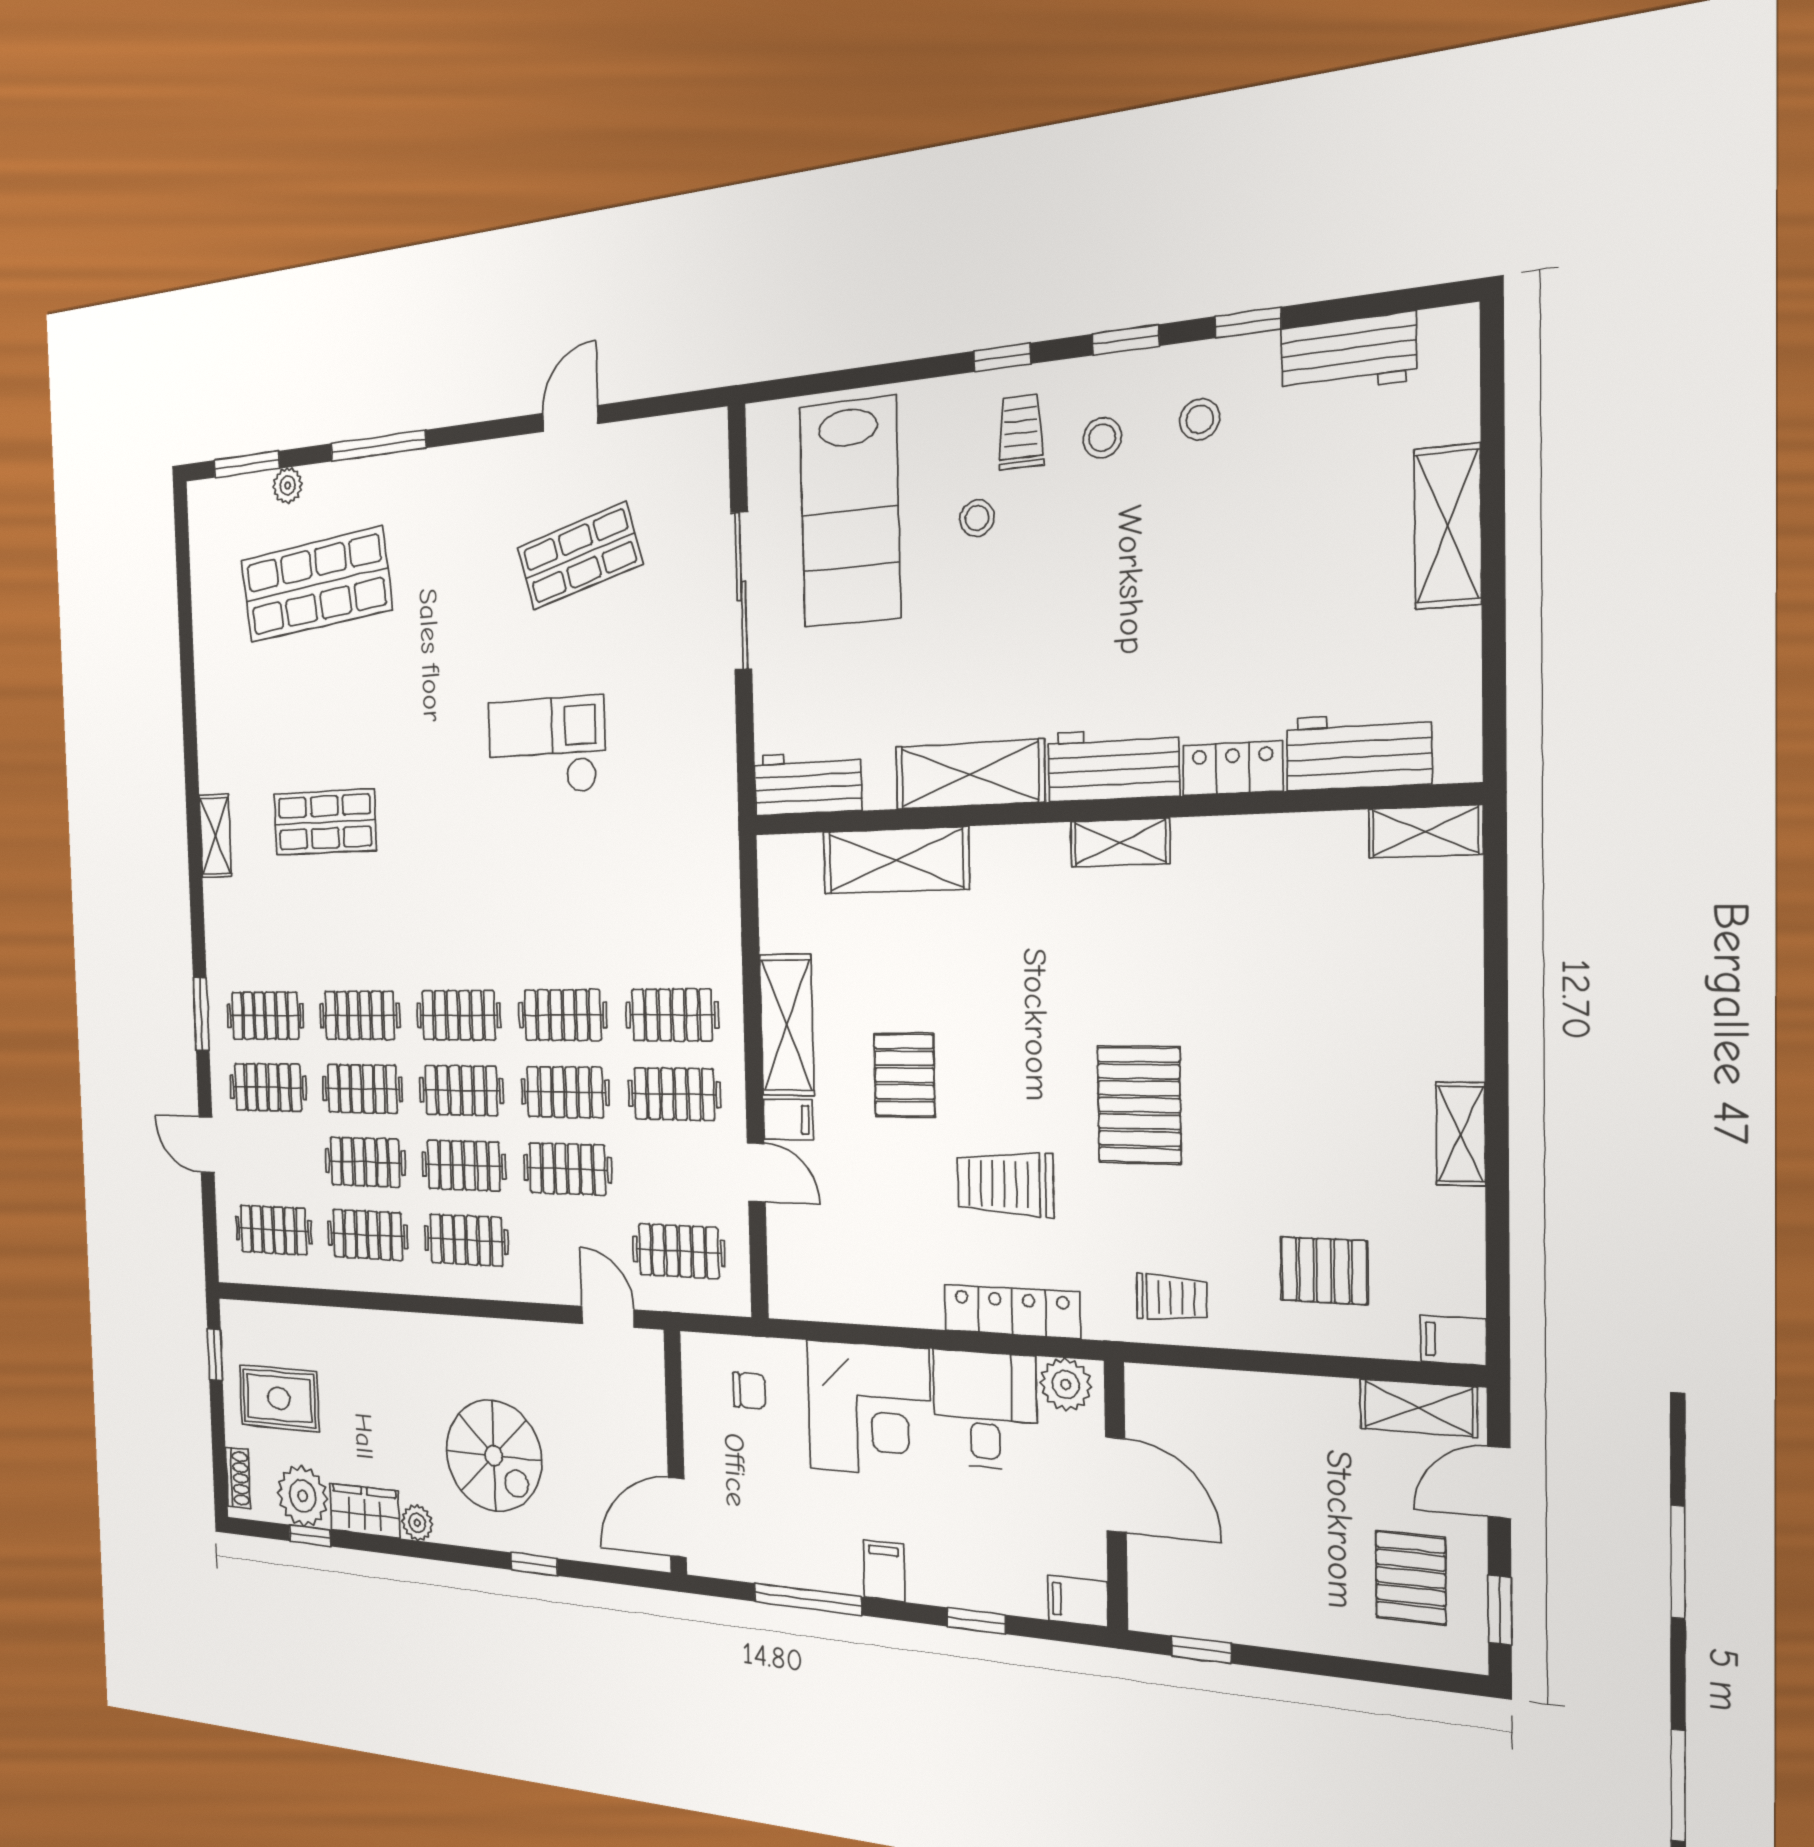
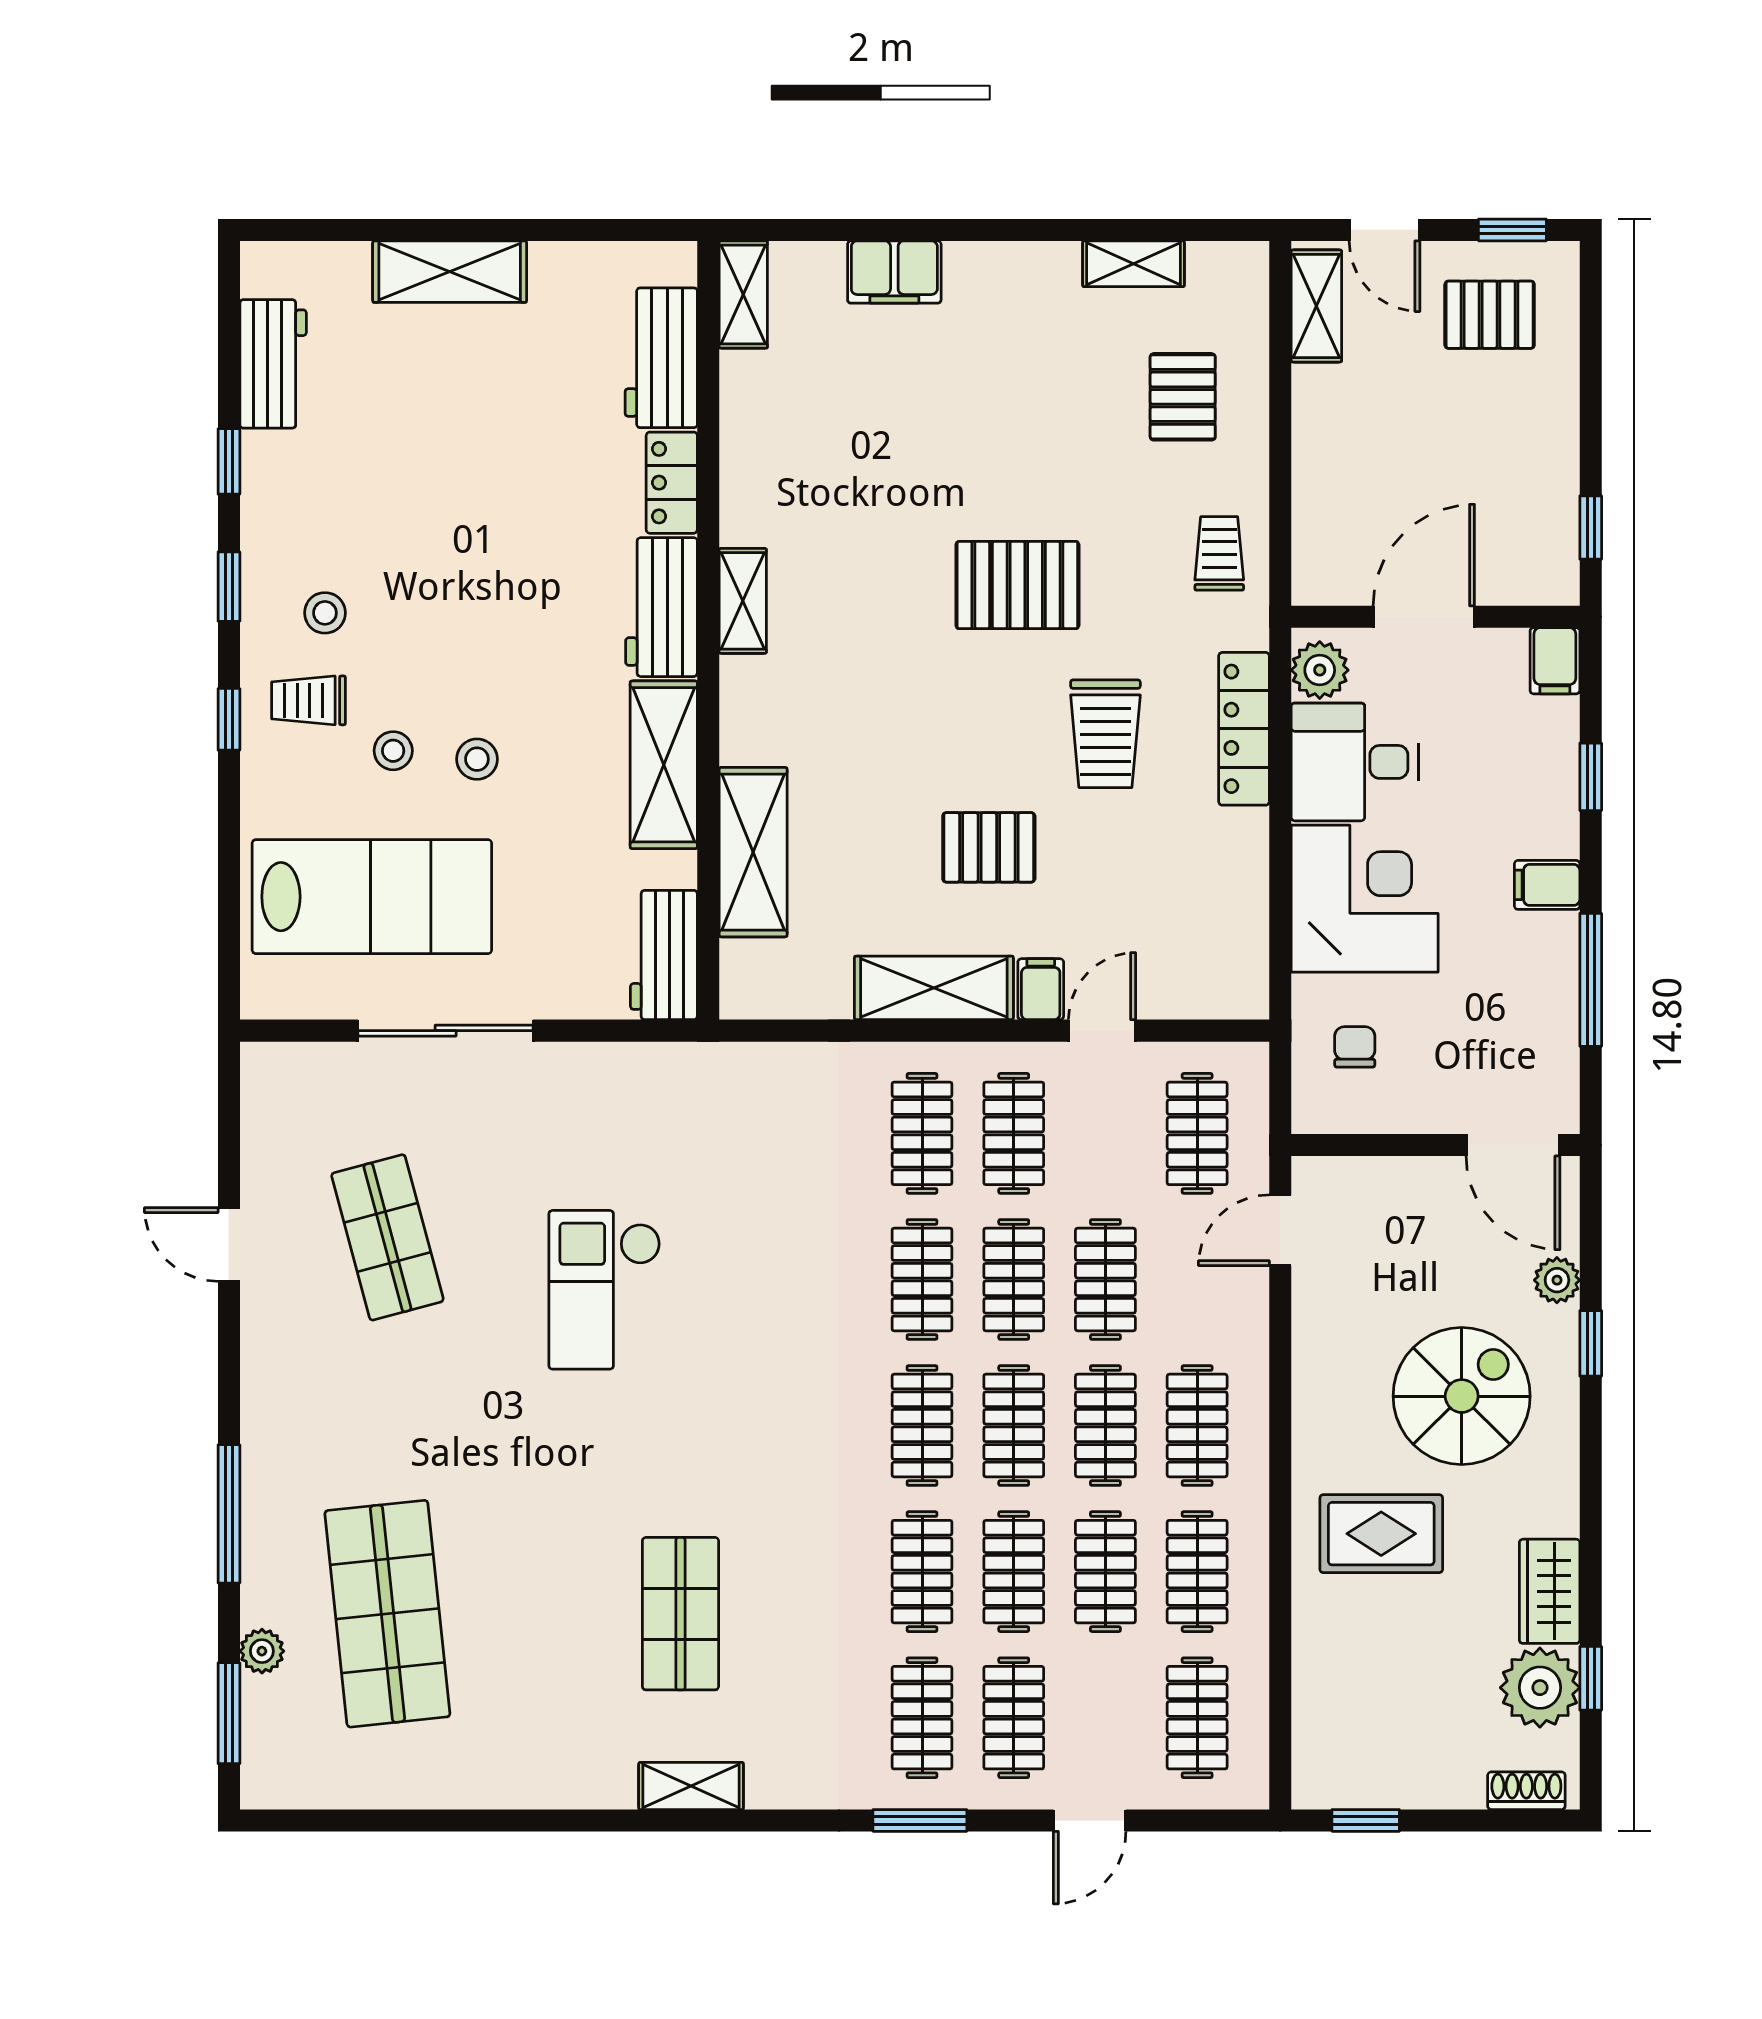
stool: (1200, 419) -> (477, 759), moved
shelving: (1461, 1134) -> (1133, 264), moved
filing cabinet: (1453, 1340) -> (894, 272), moved, width x2.00
rug: (279, 1398) -> (1381, 1534), moved, turned 90
plant: (417, 1523) -> (1557, 1280), moved

